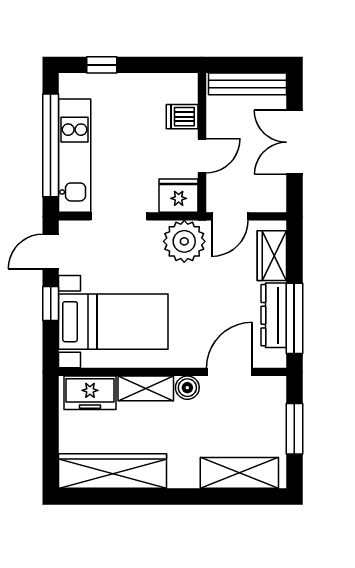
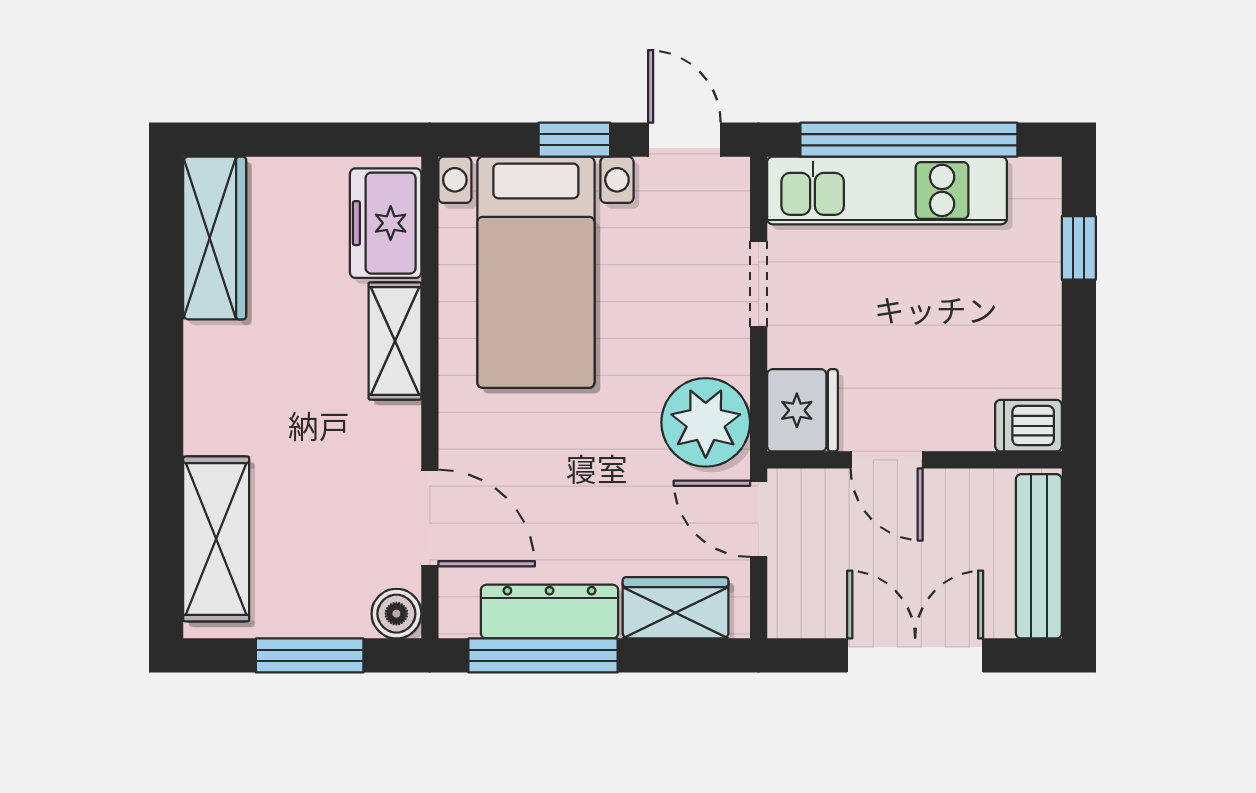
dishwasher: (182, 117) -> (1028, 426), moved, turned -90
doorway: (119, 216) -> (759, 284), width x0.73
boiler: (187, 388) -> (396, 614), moved
wardrobe: (112, 471) -> (215, 238), width x0.71, depth x0.85

